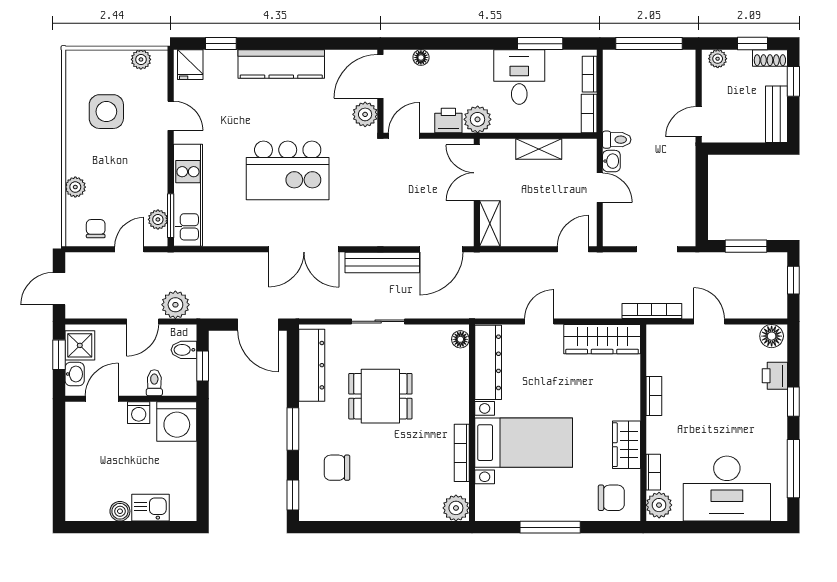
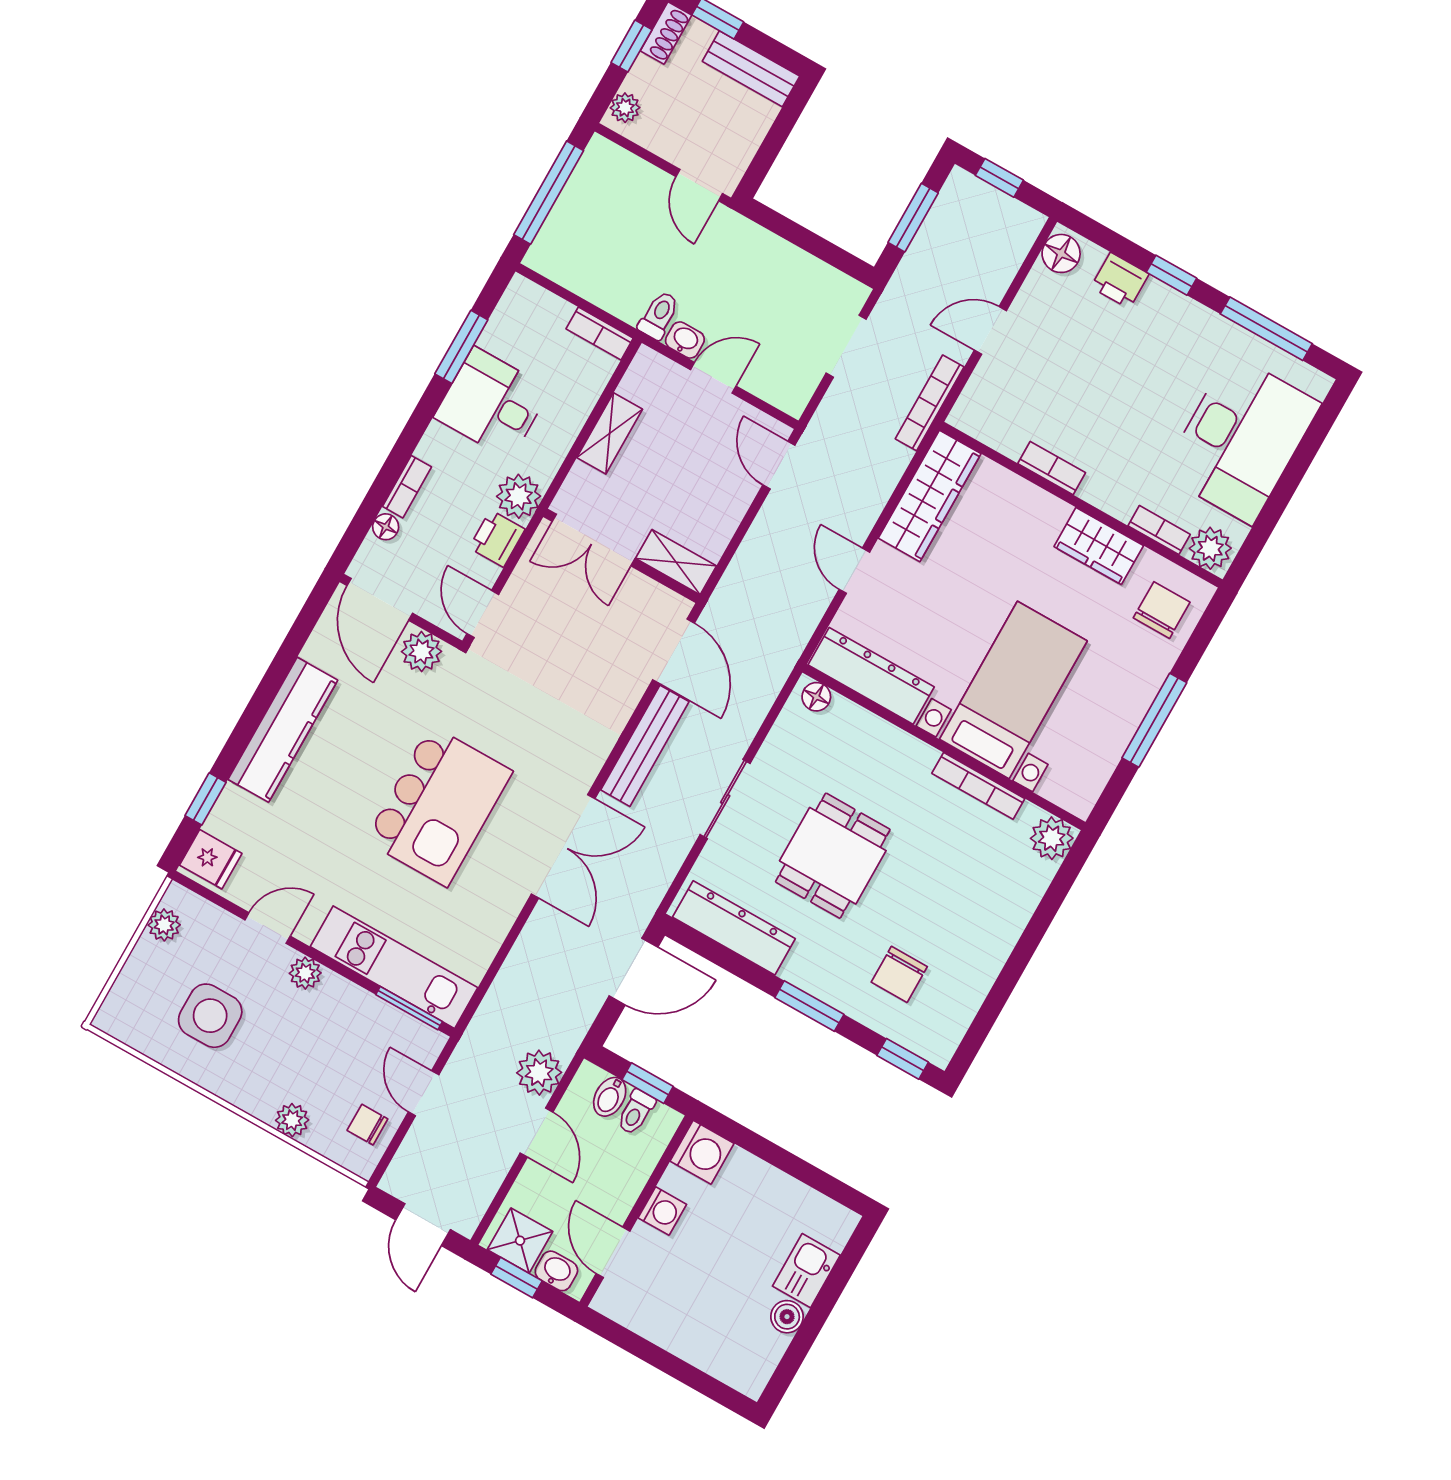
bookcase: (590, 74) -> (407, 487), moved, turned -90
plant: (158, 219) -> (305, 973), moved
toilet: (154, 383) -> (636, 1112), moved, turned -90
washing machine: (177, 421) -> (702, 1152), width x0.73, depth x0.73

